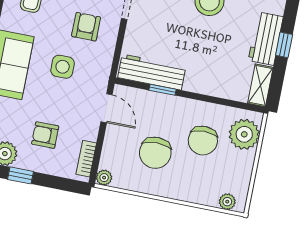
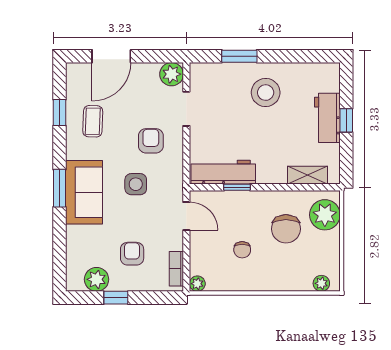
shelving: (260, 85) -> (307, 175), moved, turned 90
armchair: (45, 135) -> (132, 254), turned 90
chair: (155, 153) -> (242, 250), width x0.54, depth x0.54

